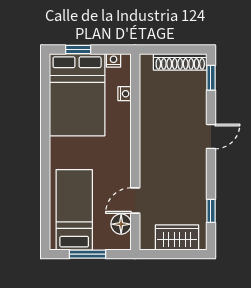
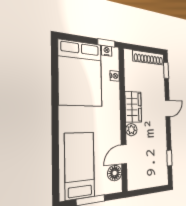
window: (78, 50) -> (106, 43), moved
plant: (148, 167) -> (131, 130), added
wardrobe: (177, 237) -> (133, 107), moved, turned 90

